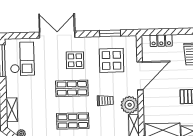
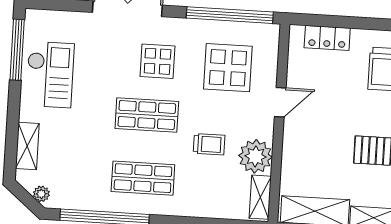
window: (110, 33) -> (230, 15), width x2.11
checkout: (22, 59) -> (50, 75), moved
door: (140, 76) -> (280, 102), width x0.53

